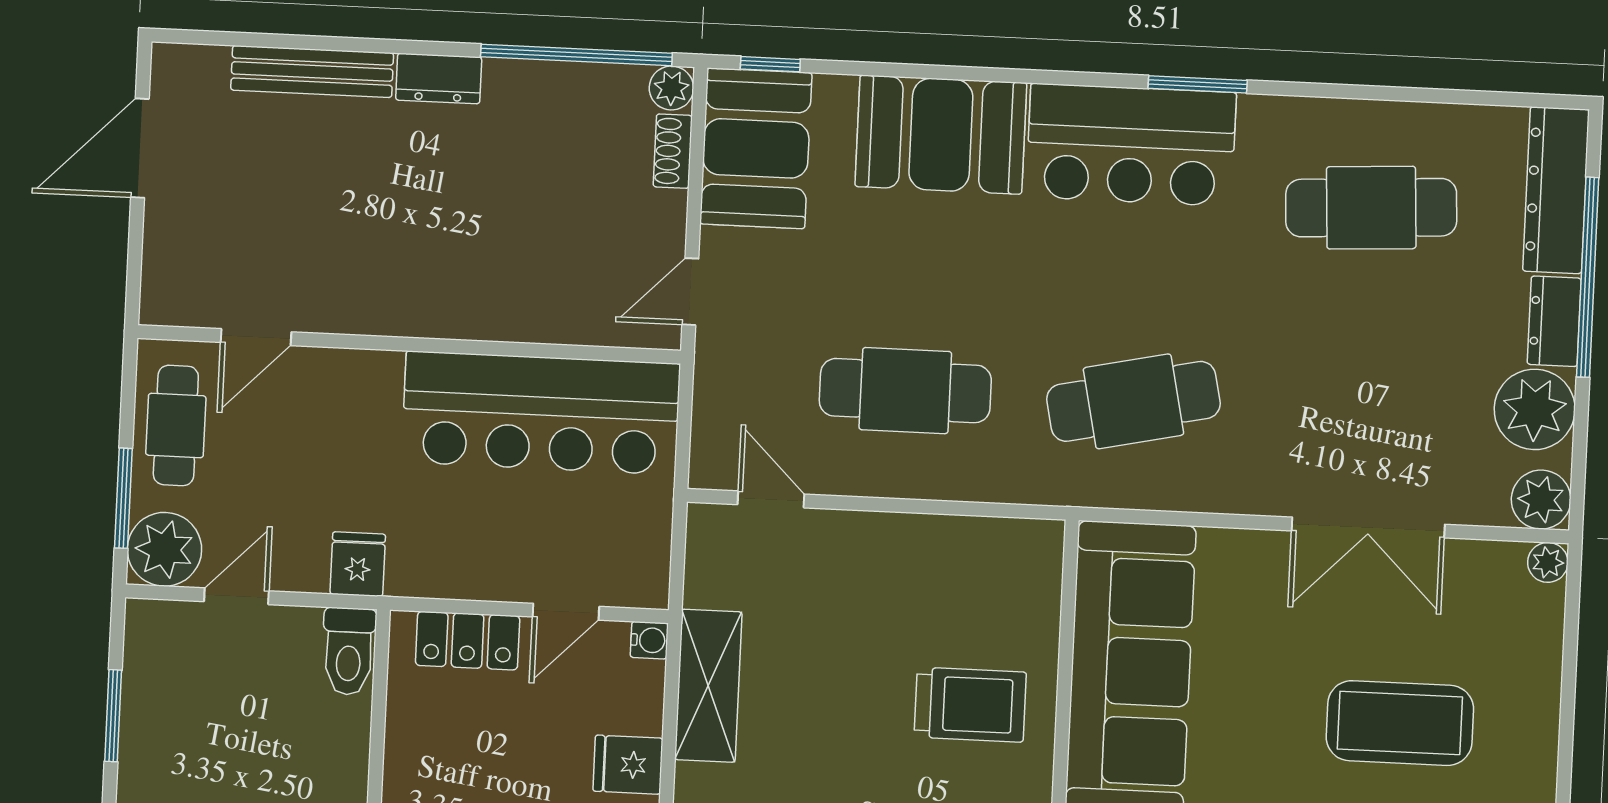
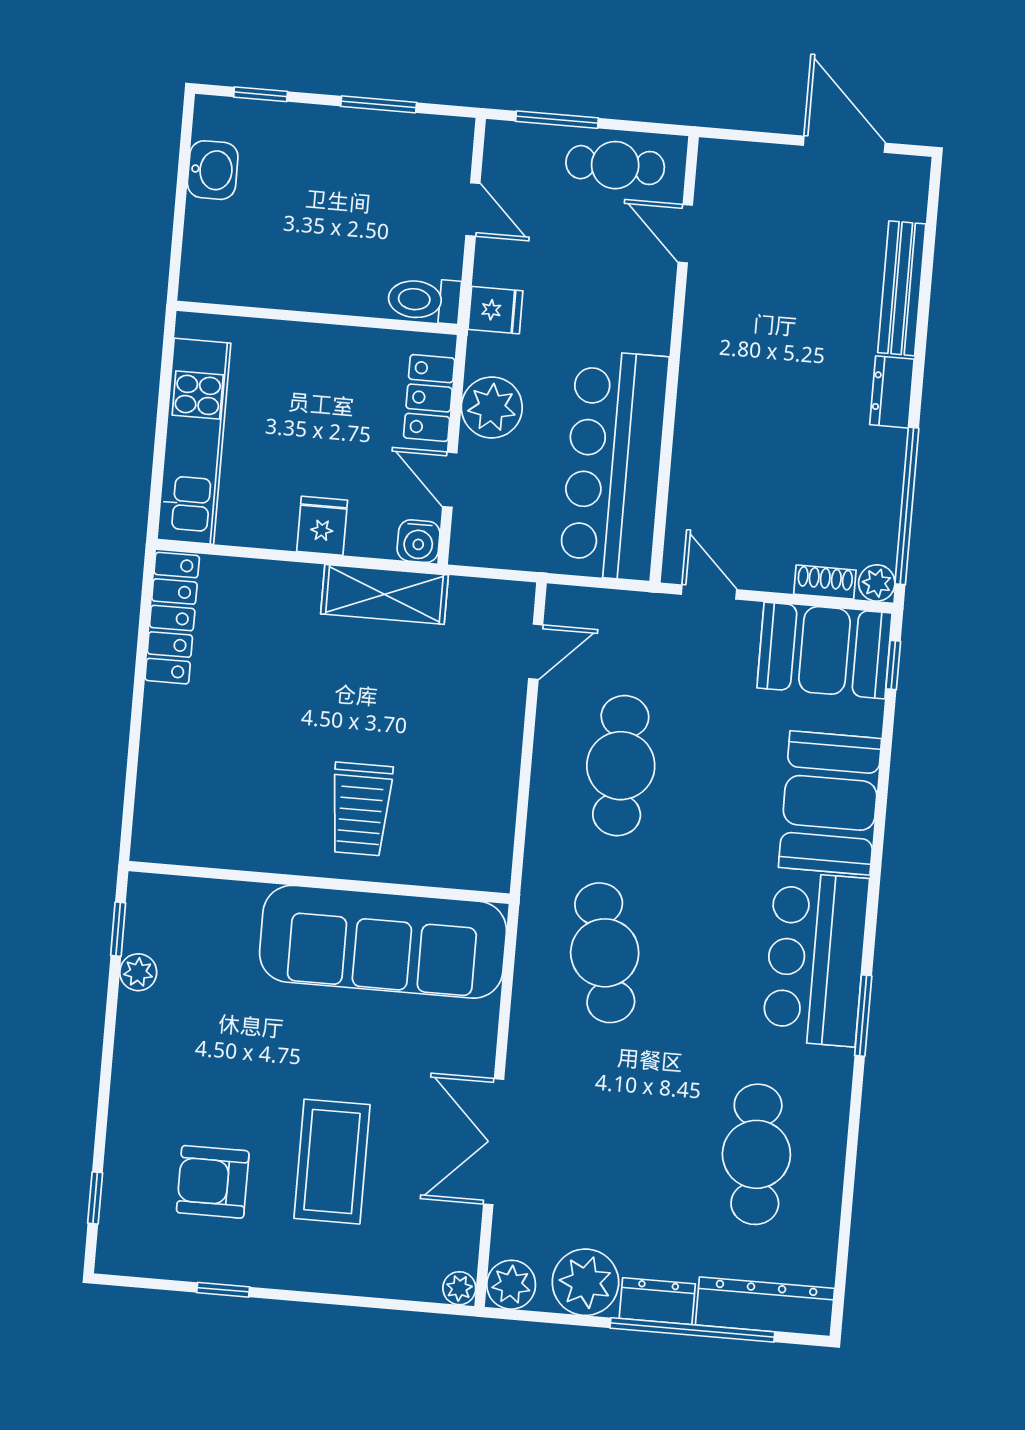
plant: (164, 549) -> (492, 407), moved
water cooler: (649, 640) -> (419, 541), width x1.38, depth x1.38

